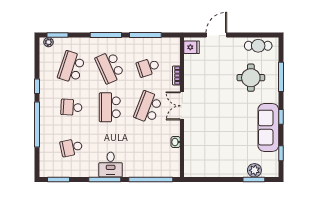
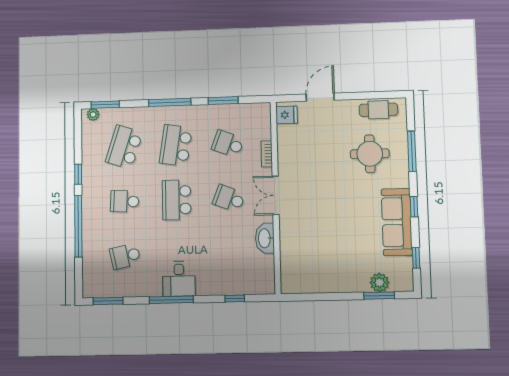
window: (145, 35) -> (223, 101), width x0.69
school desk: (110, 67) -> (176, 145), turned 33
school desk: (148, 67) -> (228, 144), turned 39
school desk: (148, 107) -> (229, 198), width x0.54
washbasin: (176, 142) -> (265, 238), width x1.91, depth x1.45
window: (151, 180) -> (235, 298), width x0.32

